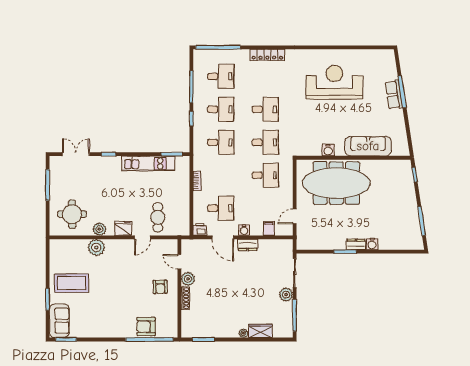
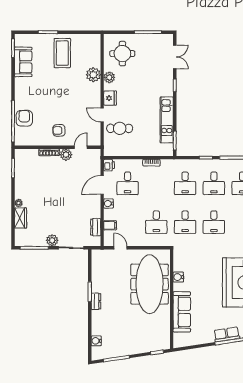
water cooler: (372, 244) -> (96, 341), moved
dresser: (248, 245) -> (96, 227), moved
sofa: (59, 321) -> (23, 62), moved, turned -90

